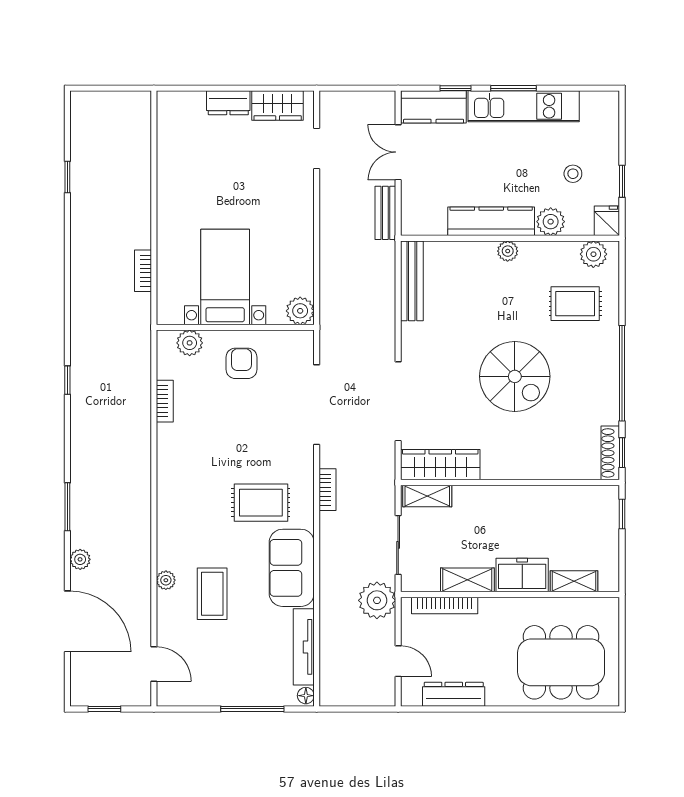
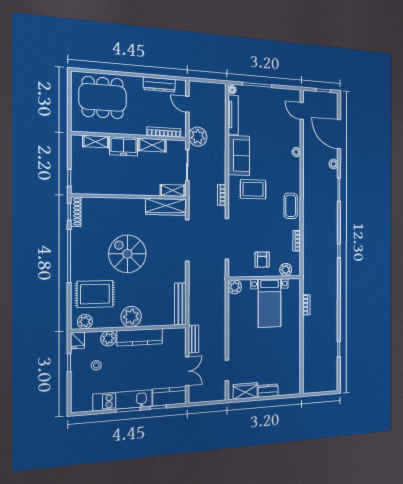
plant: (508, 251) -> (131, 317), width x1.87, depth x1.87
rug: (575, 304) -> (95, 294), width x1.36, depth x1.43
coffee table: (212, 594) -> (291, 206), moved

